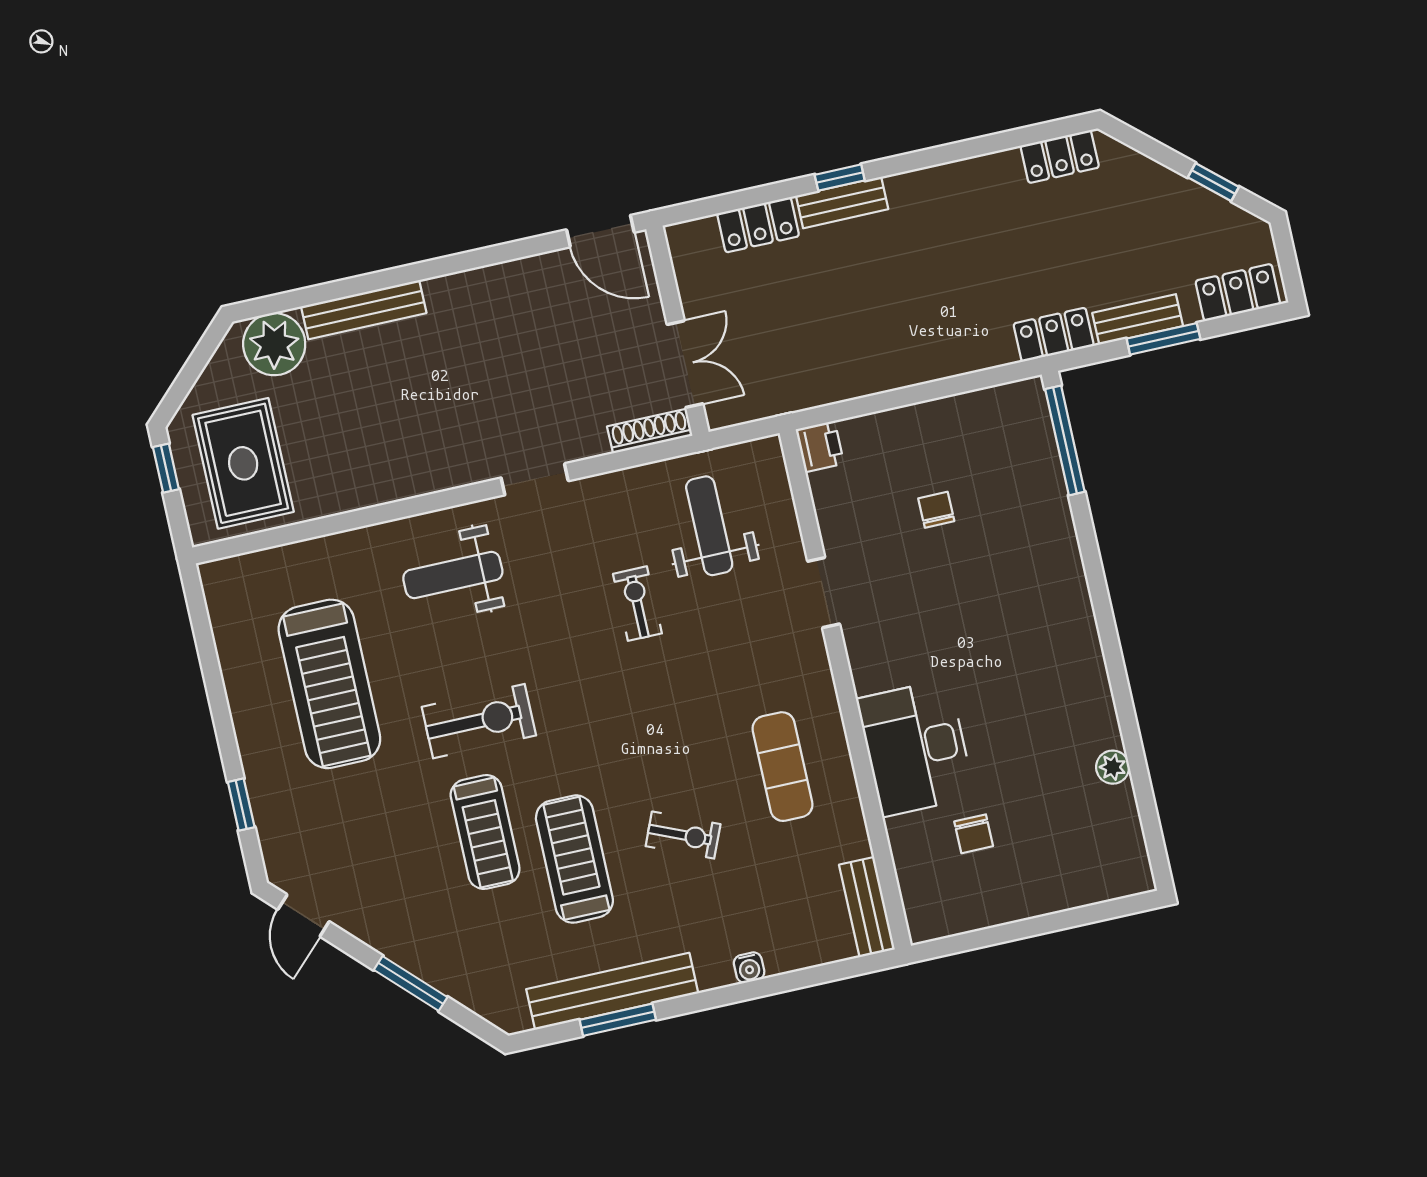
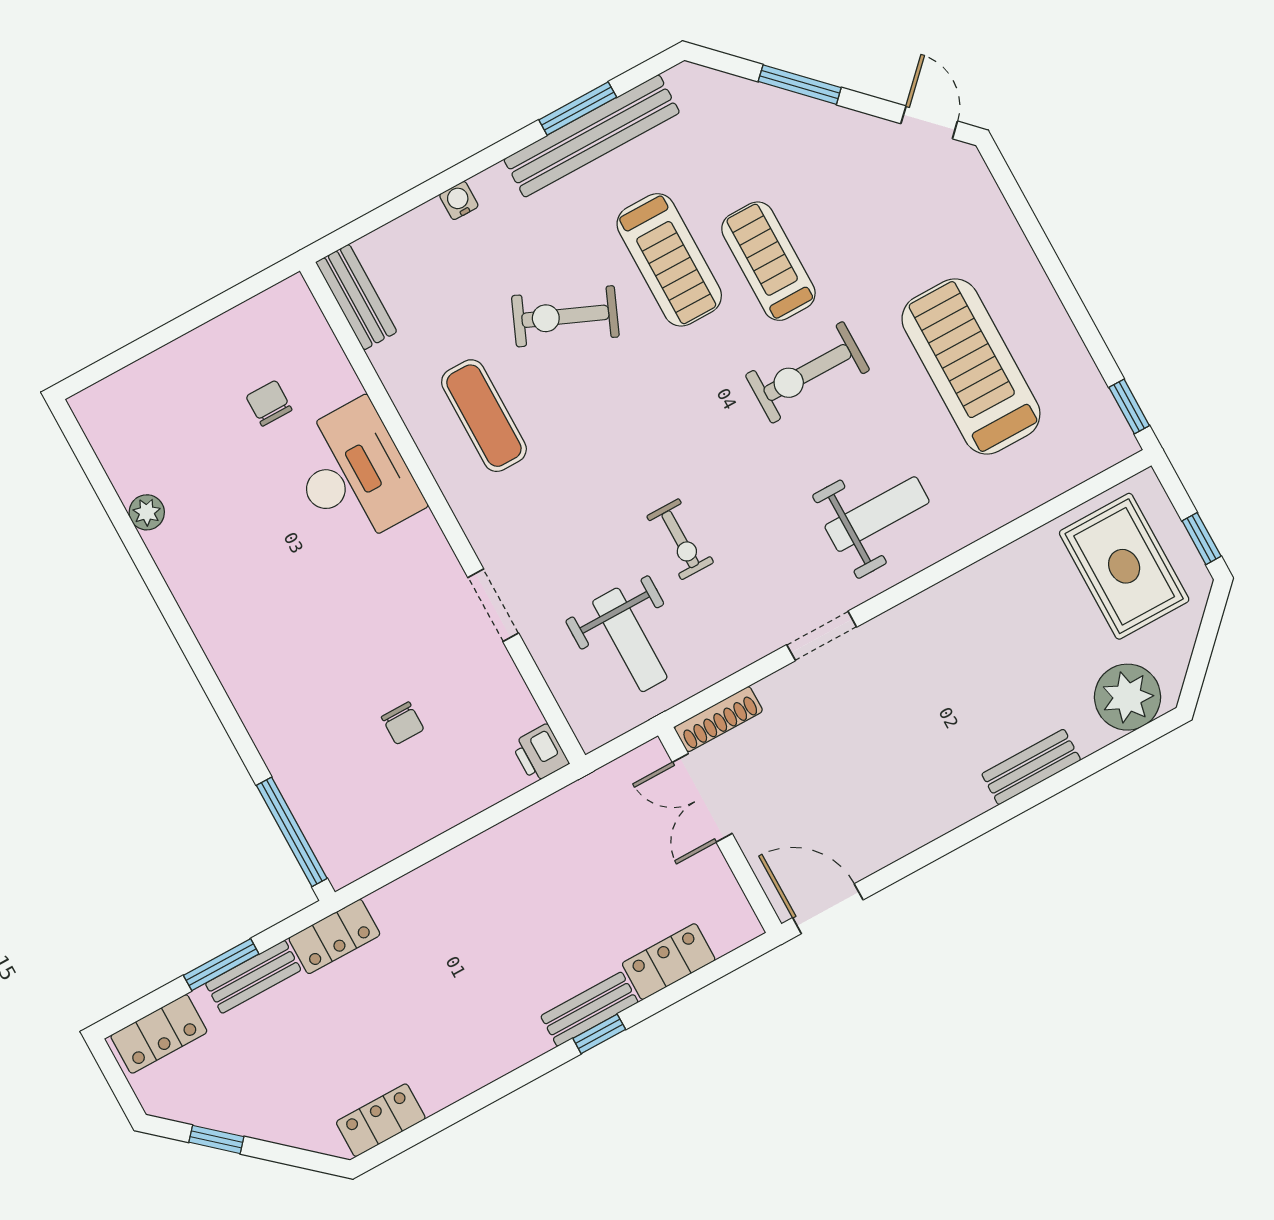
bench: (364, 310) -> (1031, 767), width x0.73
window: (241, 805) -> (1129, 407), moved
exercise bike: (683, 835) -> (565, 316), width x1.38, depth x1.39

